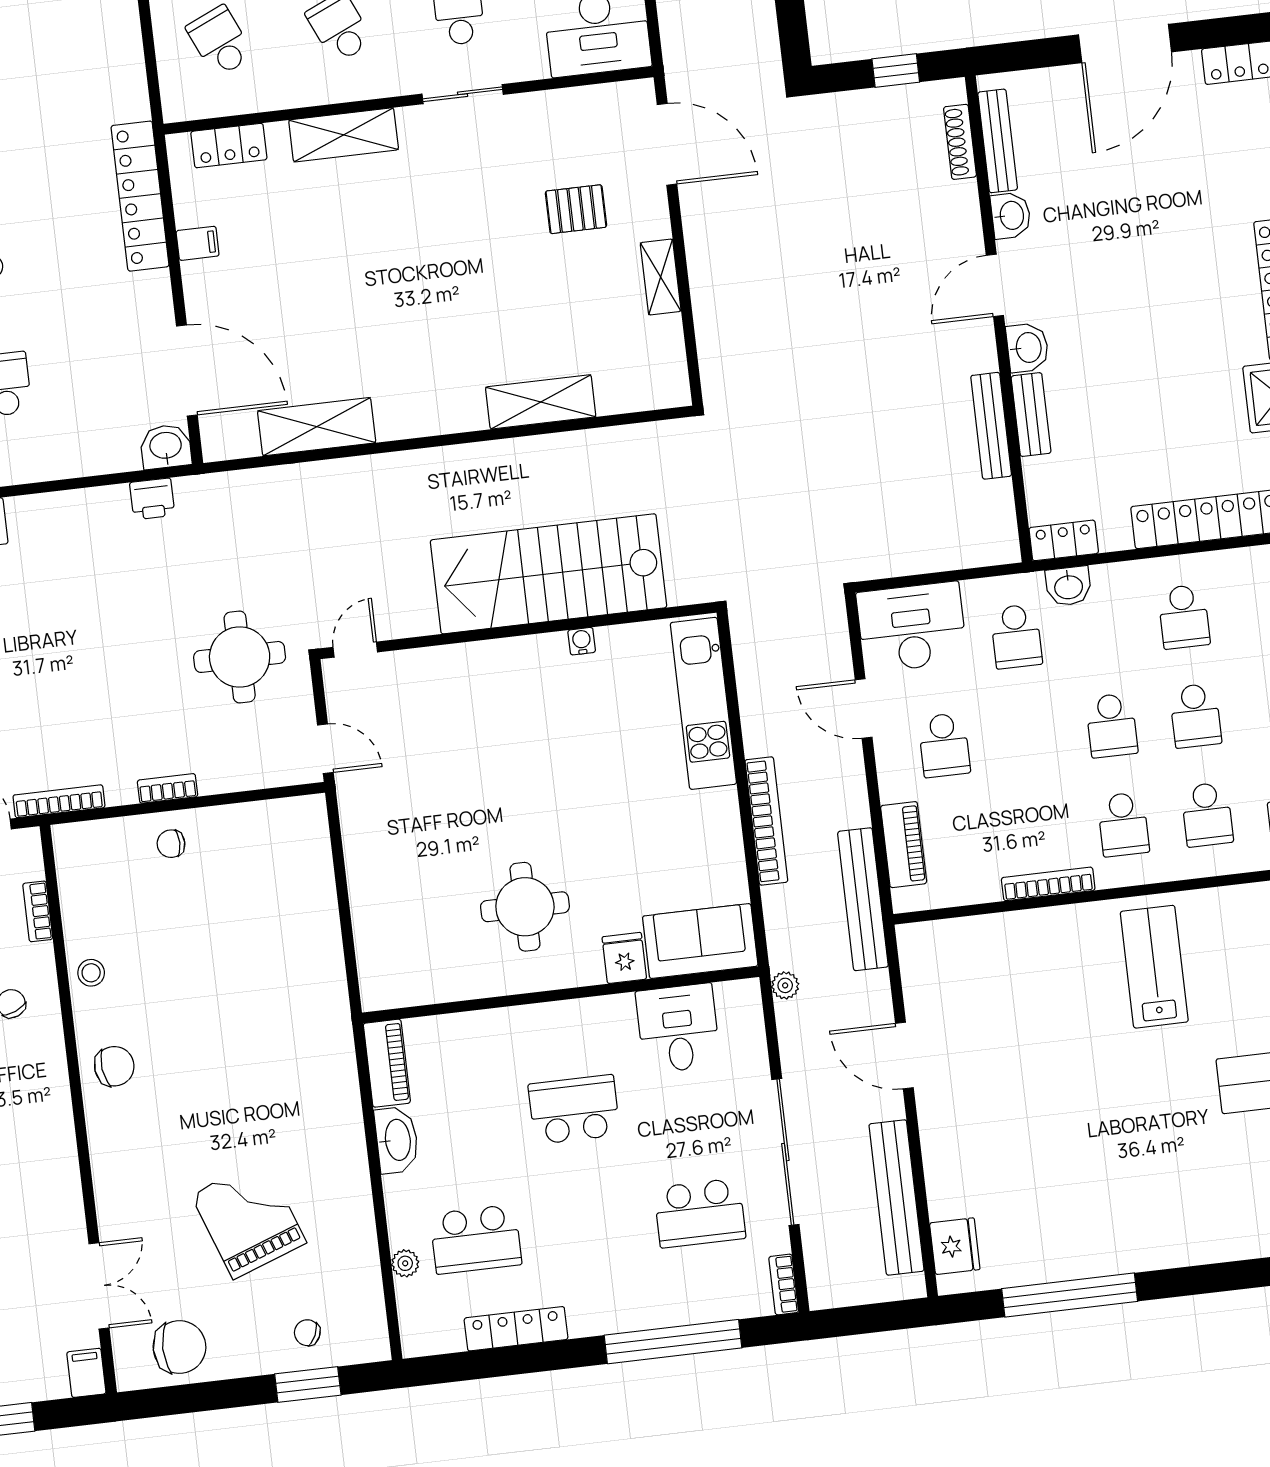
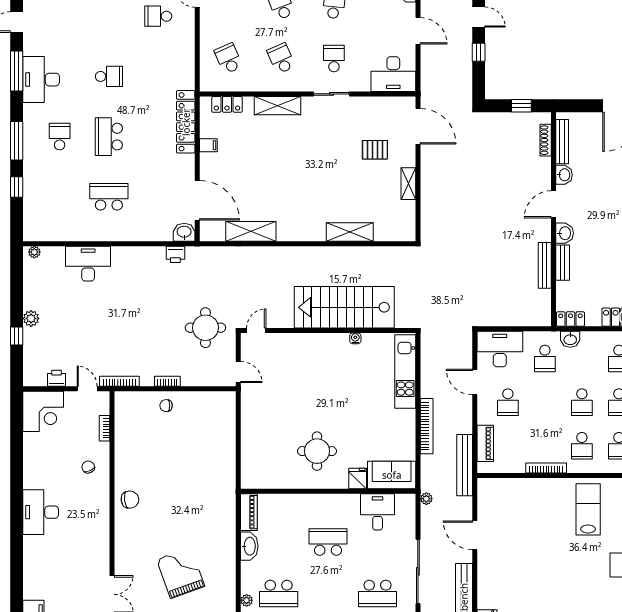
stool: (91, 973) -> (125, 458), removed

